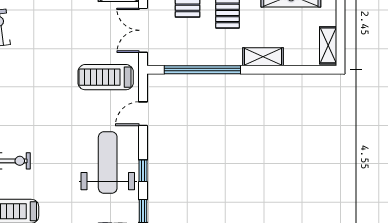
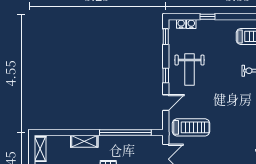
weight bench: (108, 163) -> (190, 69), width x0.73, depth x0.75
window: (143, 171) -> (166, 76), moved

